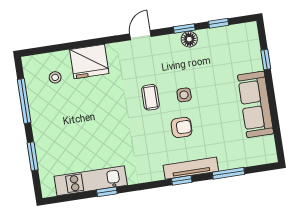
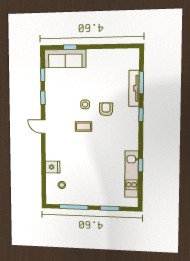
floor lamp: (189, 39) -> (50, 96), removed
fridge: (89, 62) -> (53, 167), width x0.53, depth x0.75
sofa: (256, 104) -> (65, 59), moved
tv unit: (191, 168) -> (134, 88), moved

